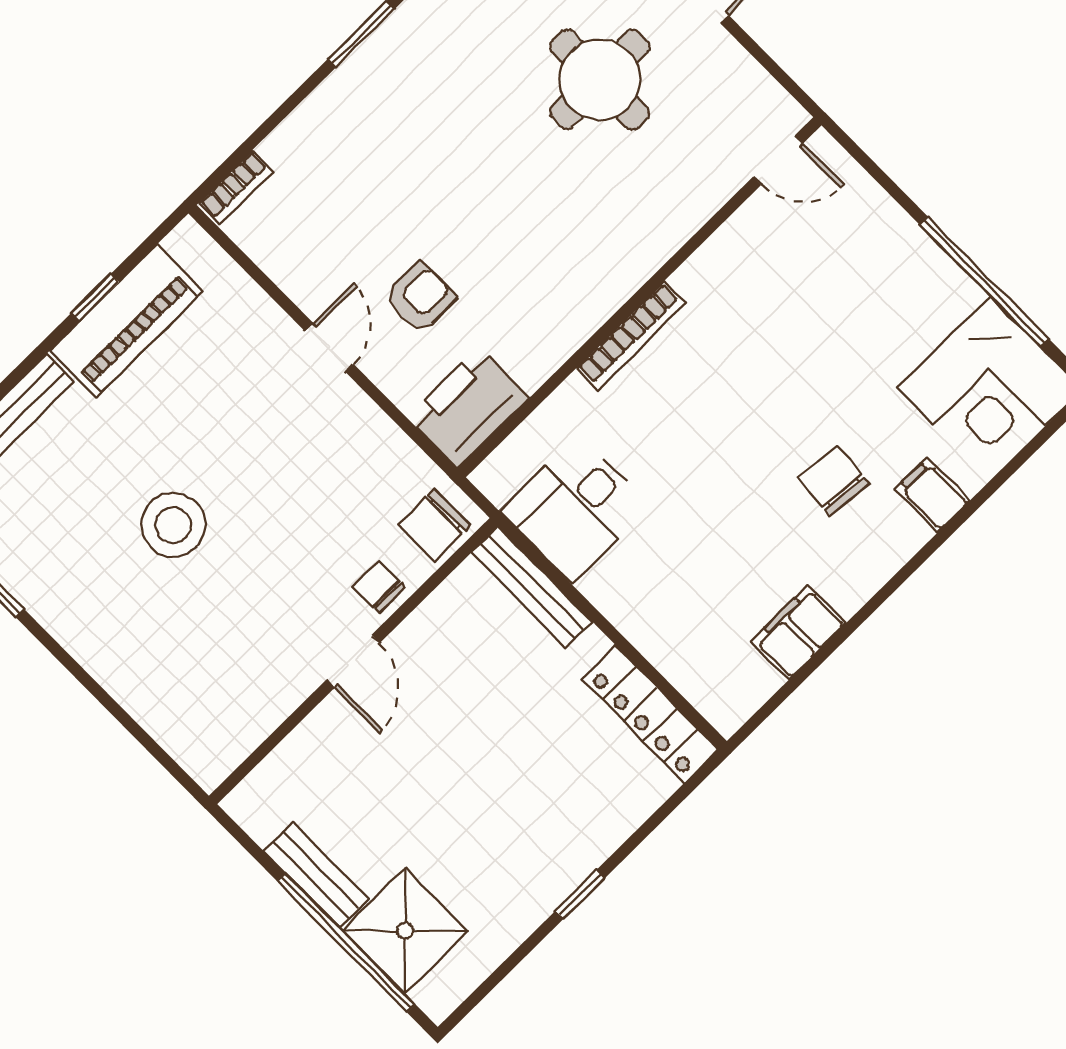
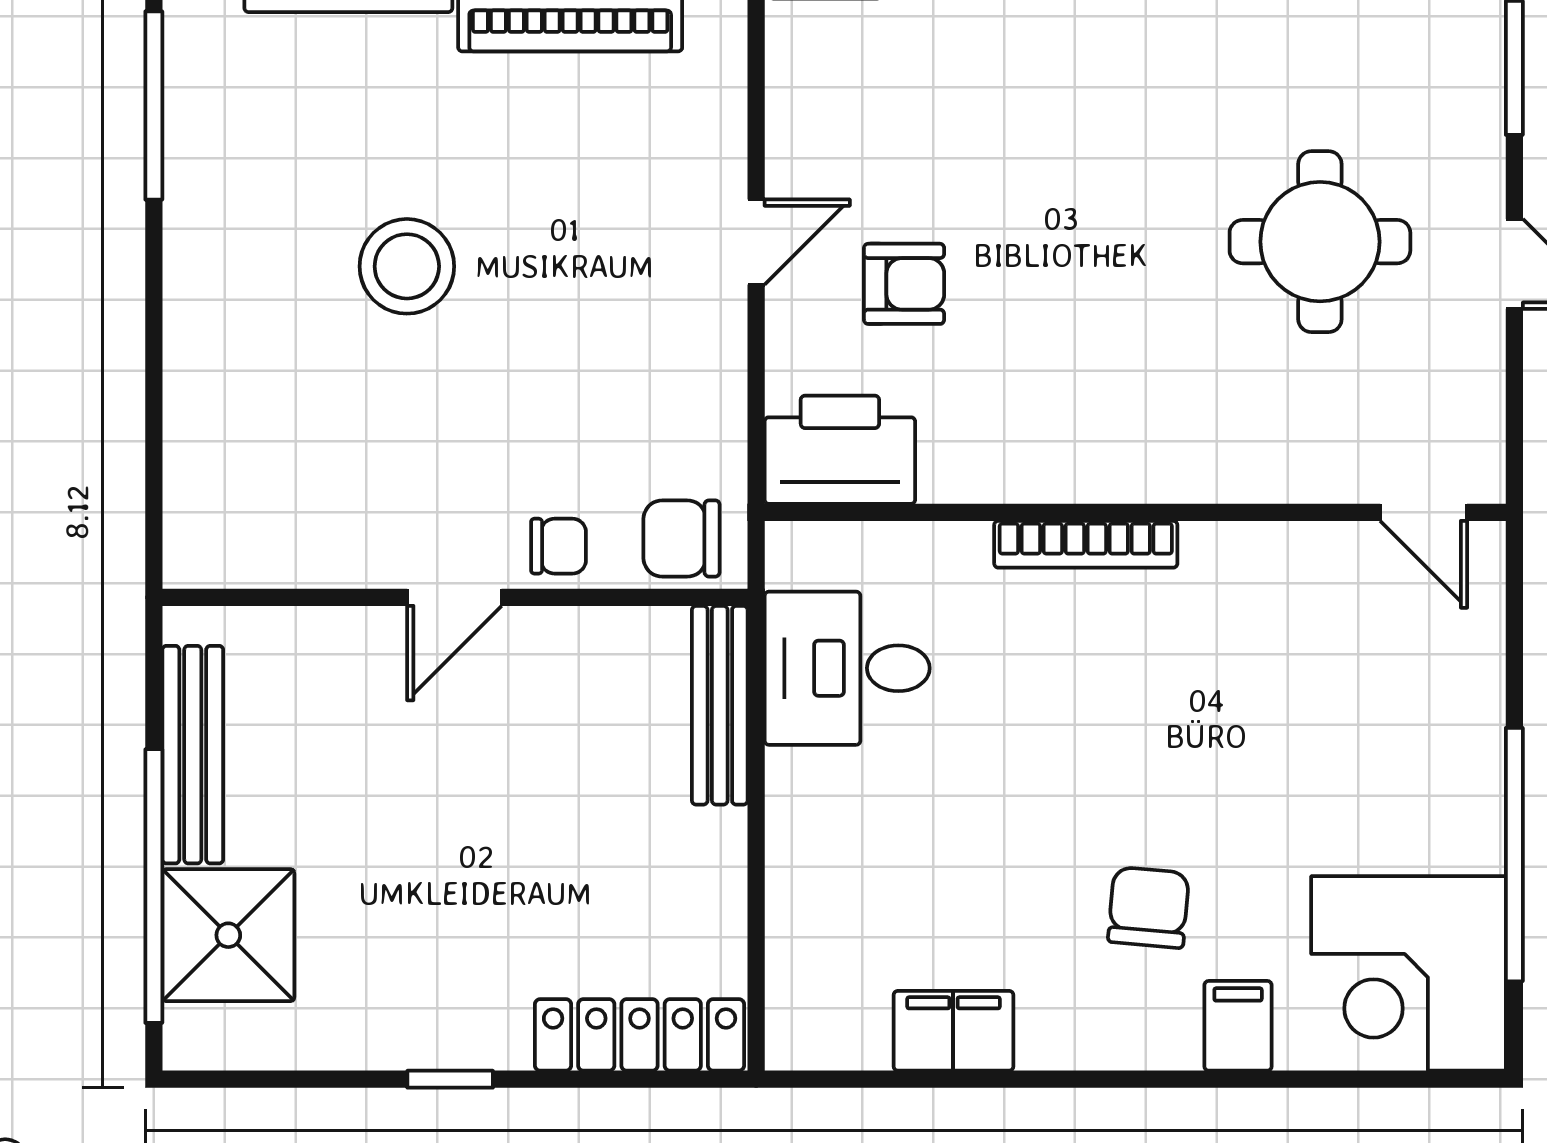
chair: (379, 587) -> (558, 546), turned 90
locker: (650, 714) -> (640, 1035), moved, turned 90
bench: (316, 875) -> (193, 755), width x1.36

